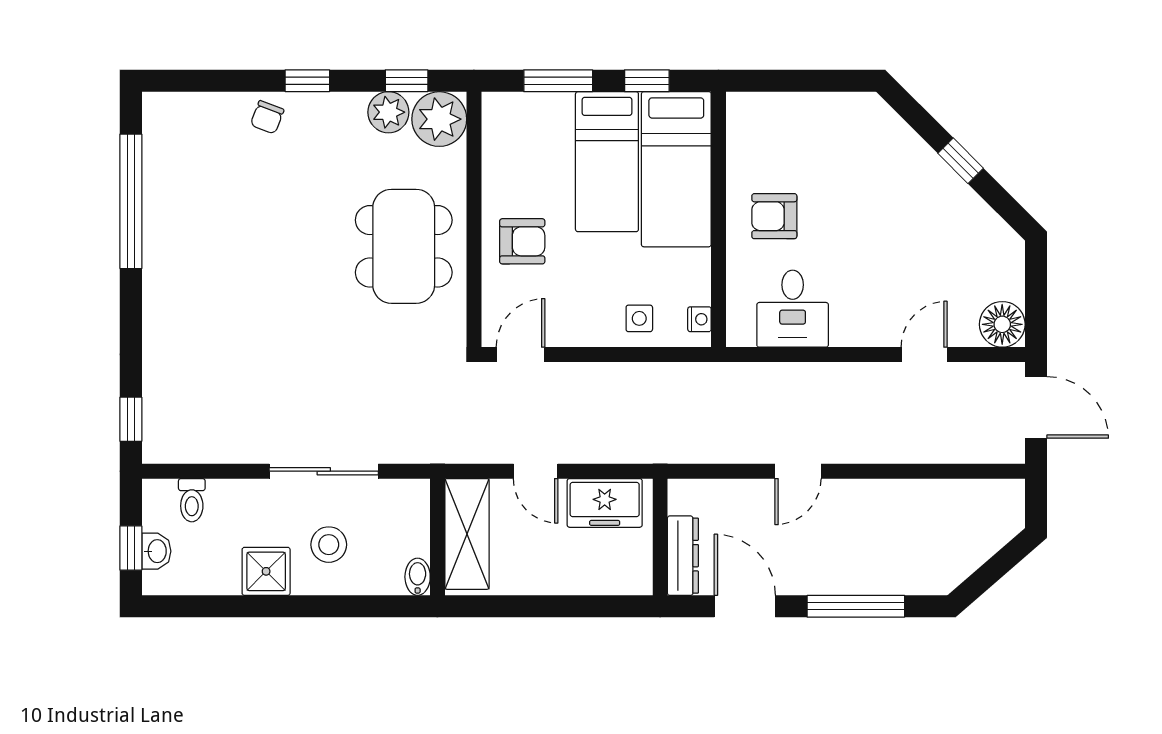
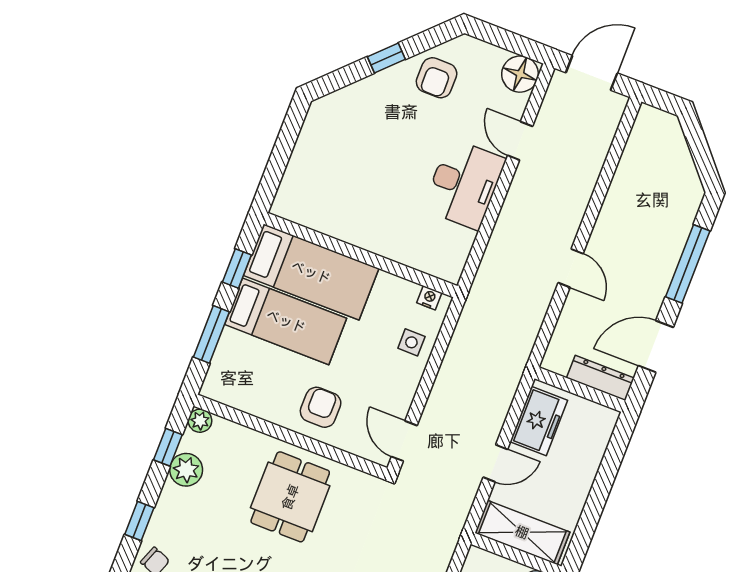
plant: (439, 119) -> (200, 421), width x0.53, depth x0.53
armchair: (774, 216) -> (437, 78), moved
dining table: (404, 246) -> (290, 497), width x0.73
desk: (793, 309) -> (464, 184), moved, width x1.37

